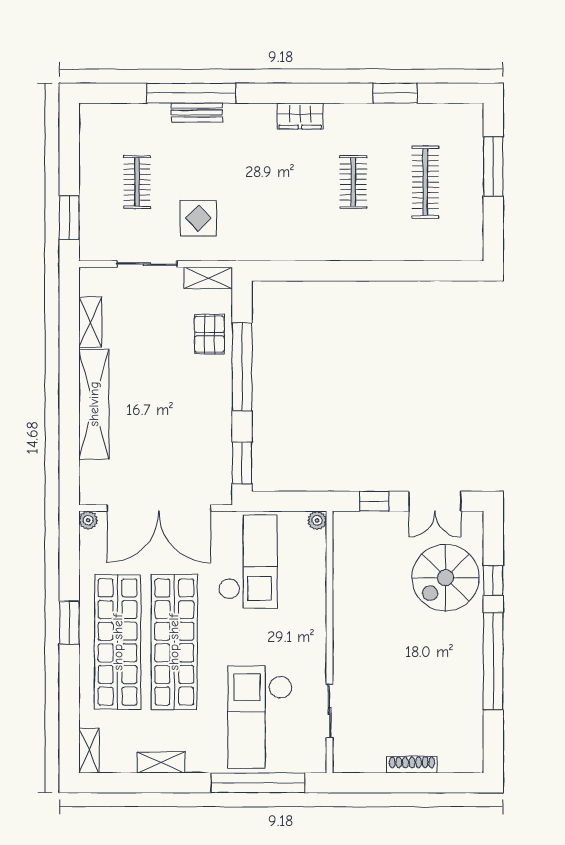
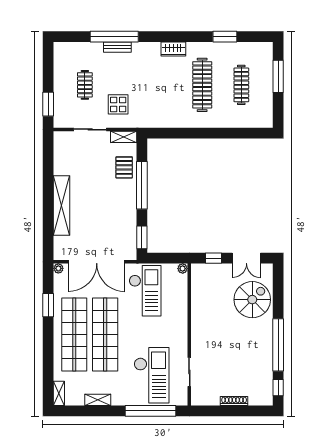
clothes rail: (353, 182) -> (202, 85), width x1.86, depth x1.31
shelving: (90, 322) -> (59, 161), removed
spiral stairs: (446, 578) -> (252, 300), turned 180
window: (493, 581) -> (278, 388), moved
window: (69, 623) -> (48, 305), moved
checkout: (260, 717) -> (152, 375), turned 180

